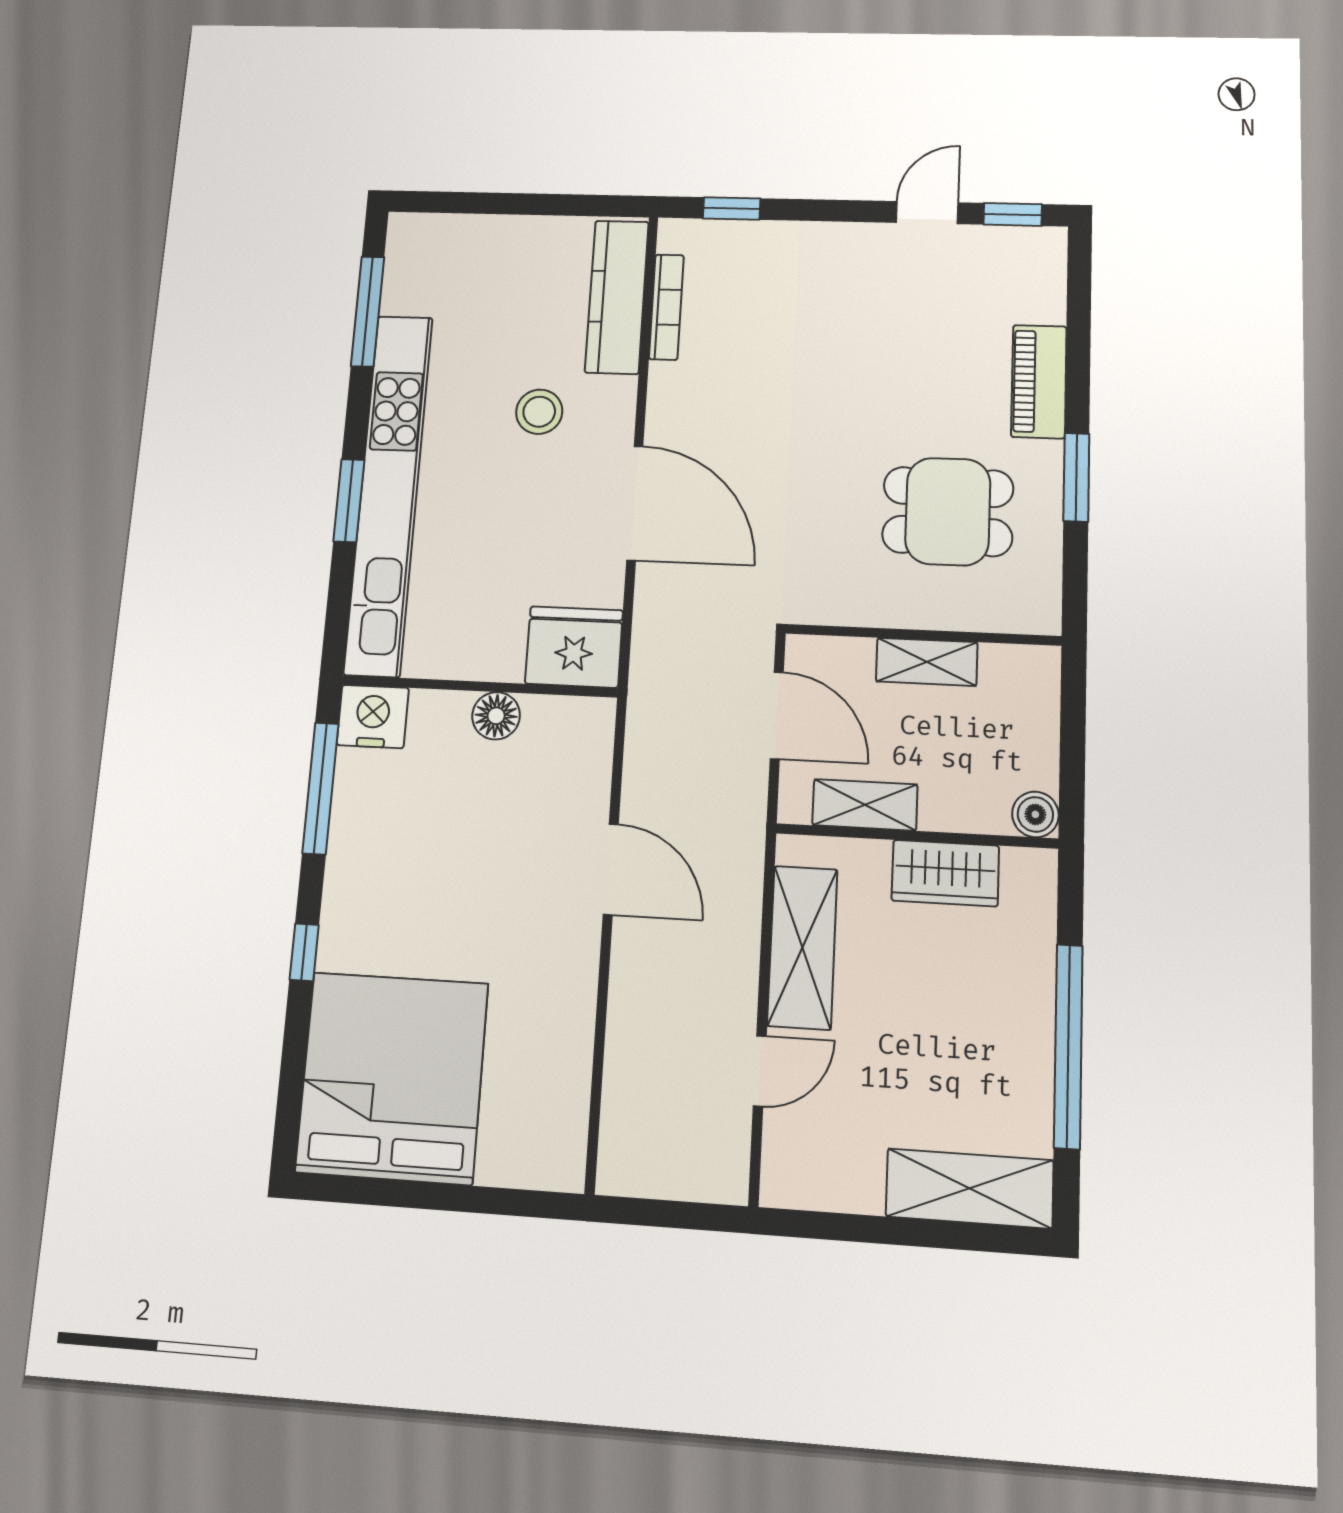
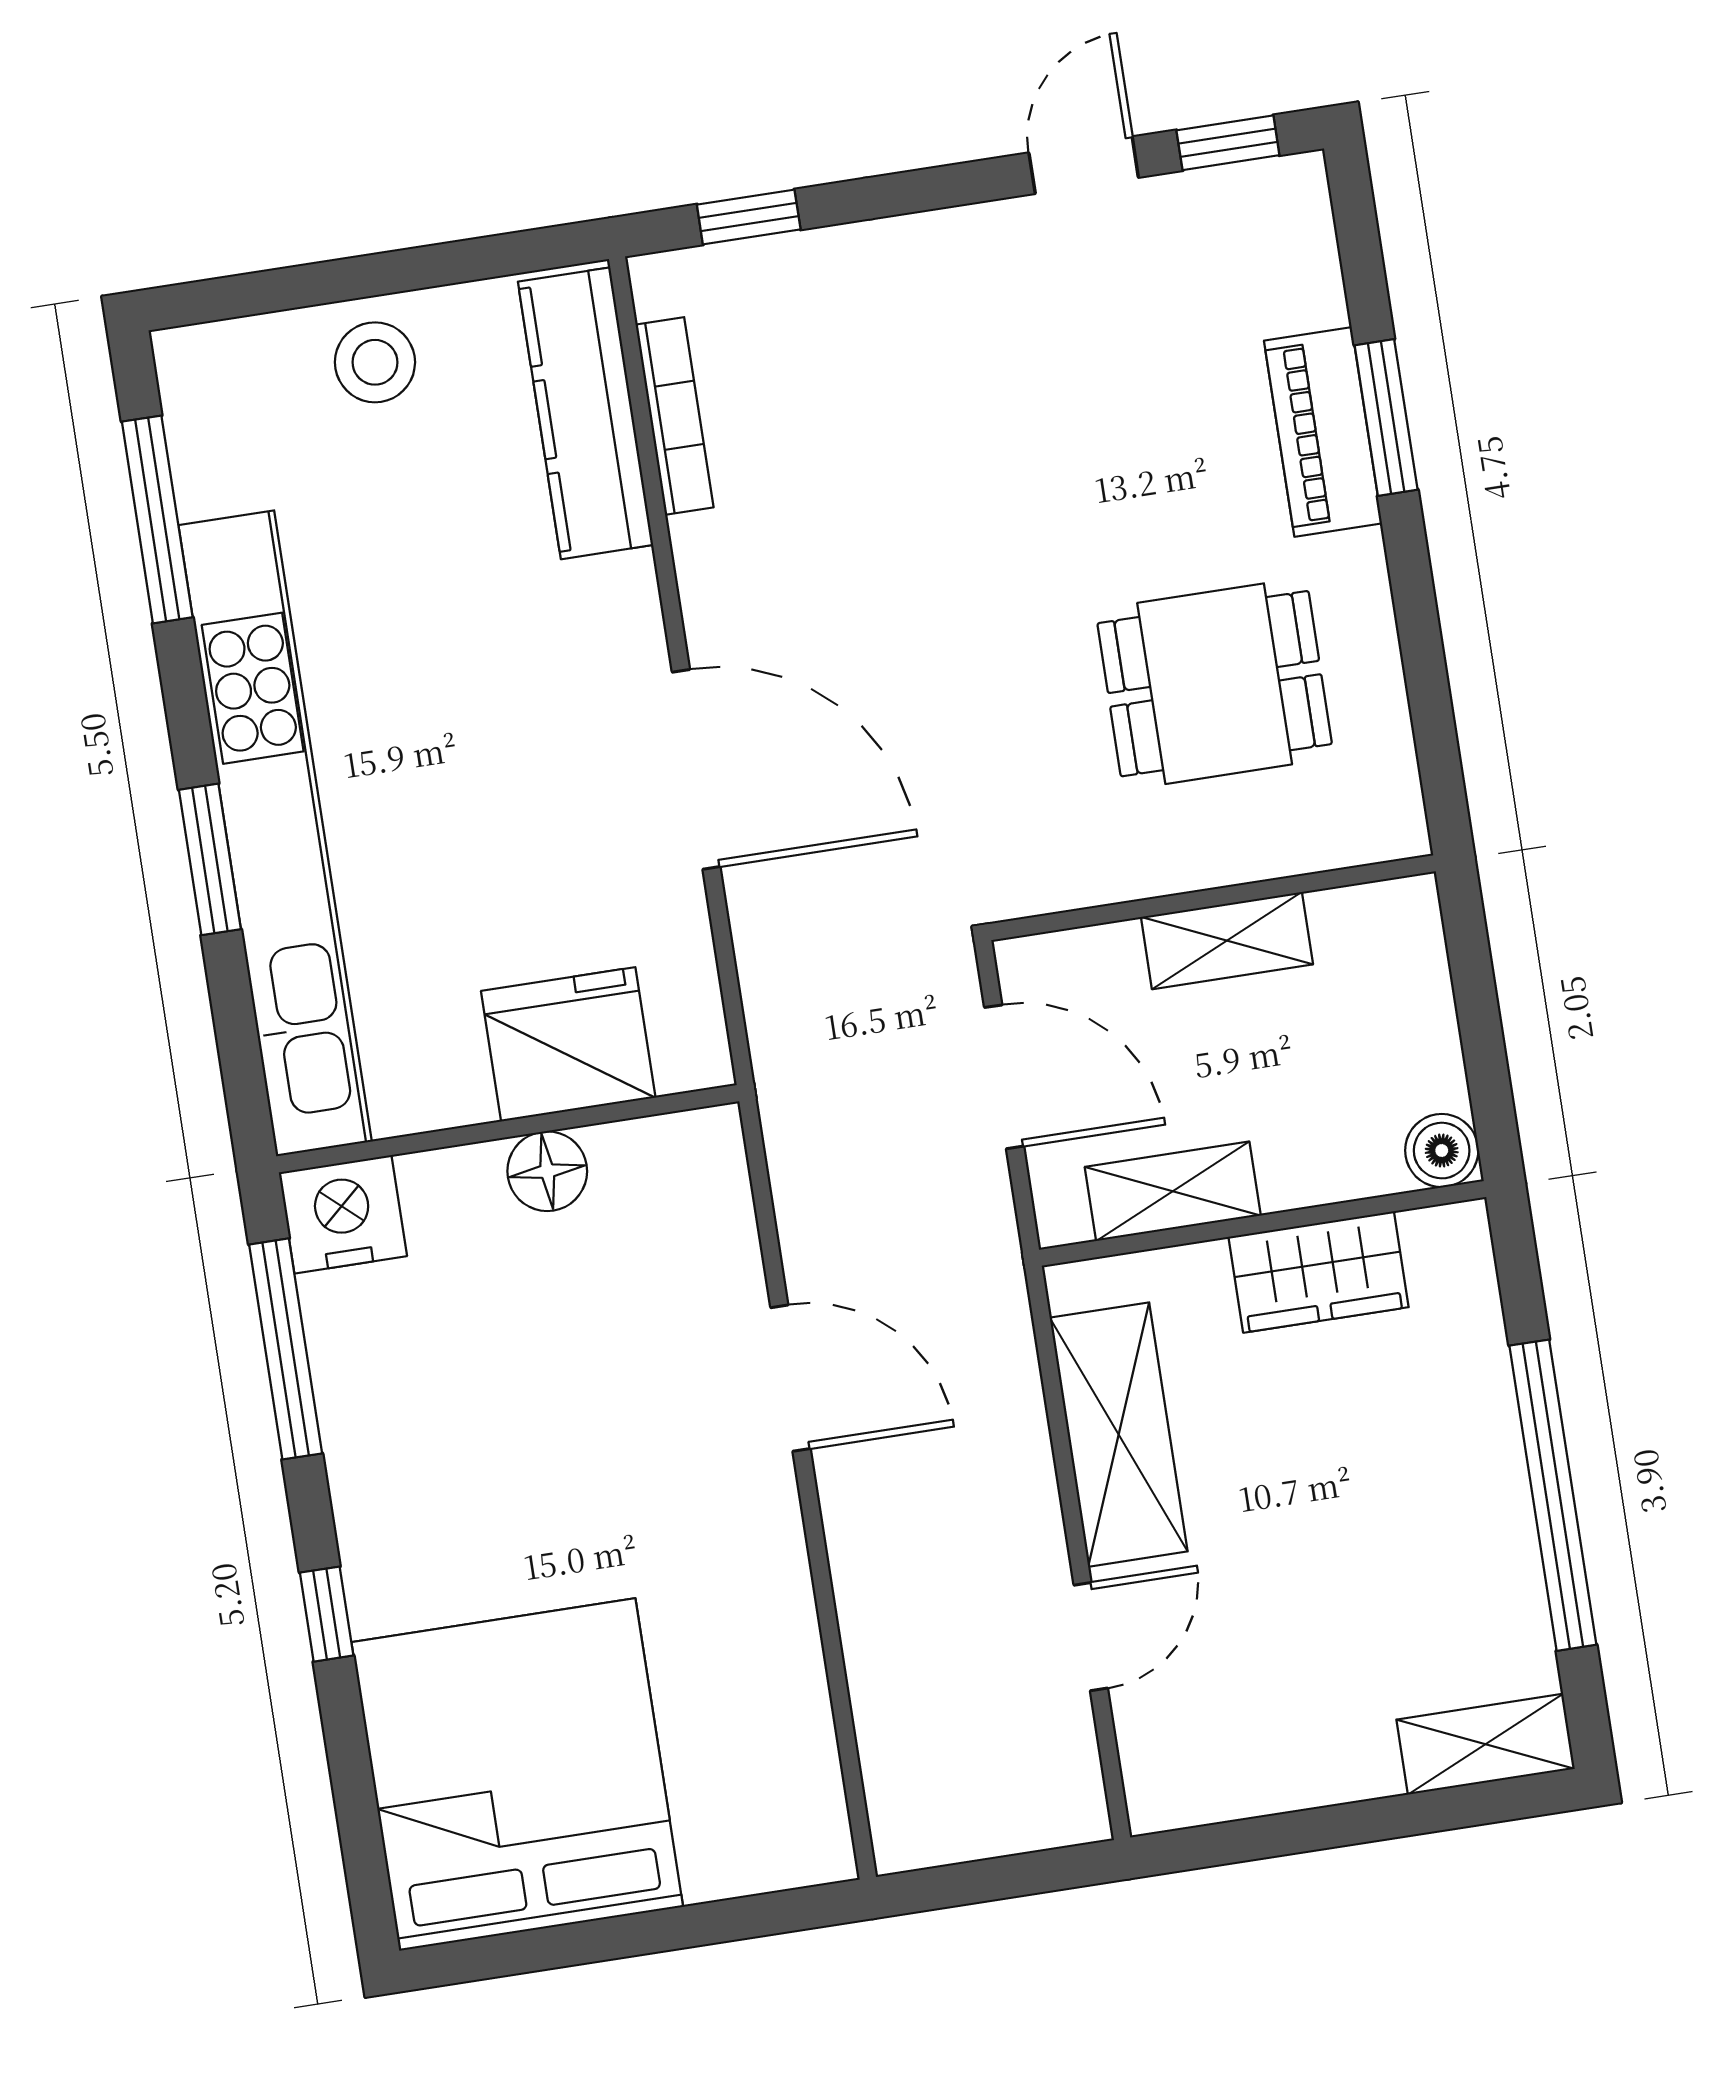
stool: (539, 412) -> (375, 362), moved
window: (1076, 477) -> (1386, 418), moved
fridge: (574, 647) -> (568, 1044), moved
shelving: (970, 1188) -> (1486, 1744), width x0.67, depth x0.75

